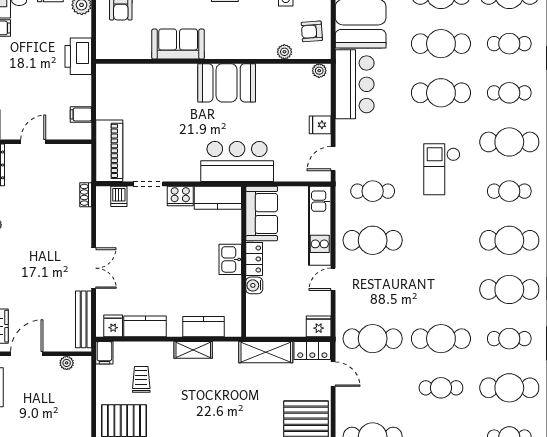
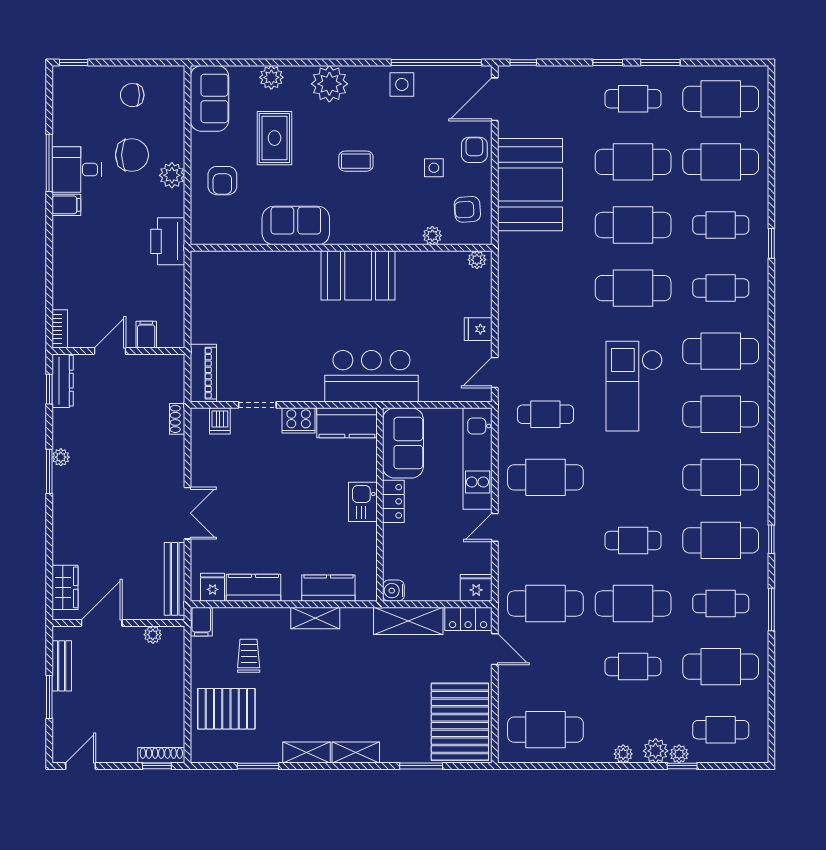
bar counter: (355, 84) -> (522, 277), removed
filing cabinet: (81, 114) -> (146, 335), moved, turned 90
piano: (109, 151) -> (203, 373), width x0.73, depth x0.75
checkout: (442, 169) -> (634, 386), width x1.36, depth x1.21
cafe table: (509, 191) -> (721, 414), width x1.37, depth x1.35
water cooler: (254, 285) -> (393, 591), moved
cafe table: (441, 289) -> (633, 540), added

